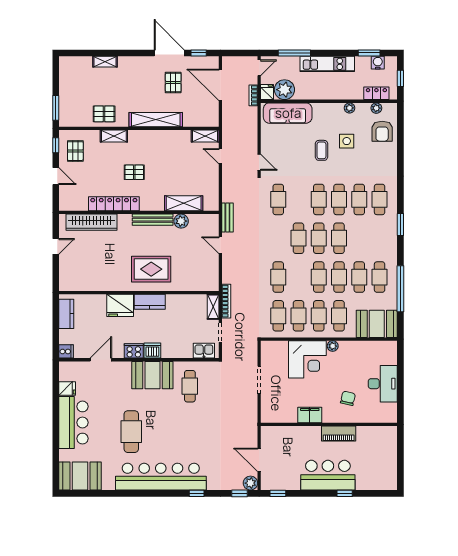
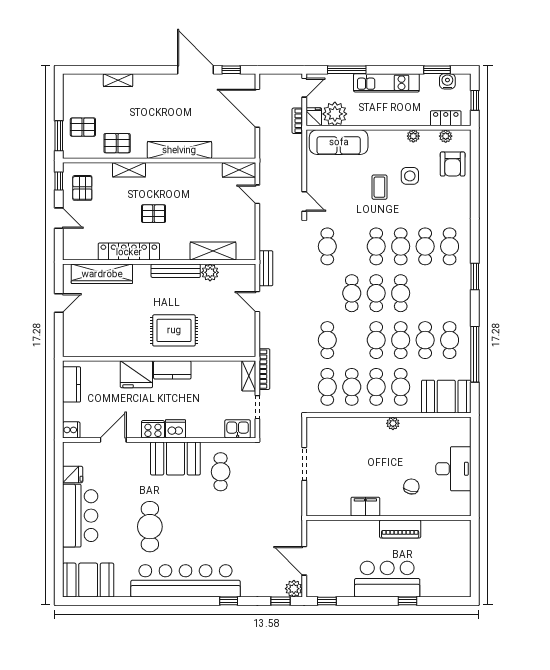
pallet: (173, 82) -> (83, 127), moved, turned 90
corner desk: (307, 359) -> (363, 439), removed

